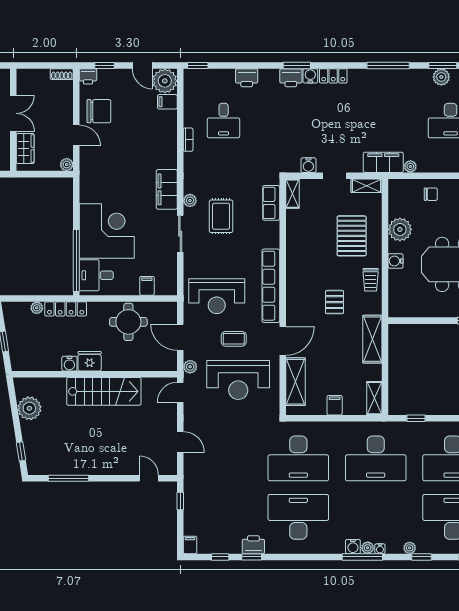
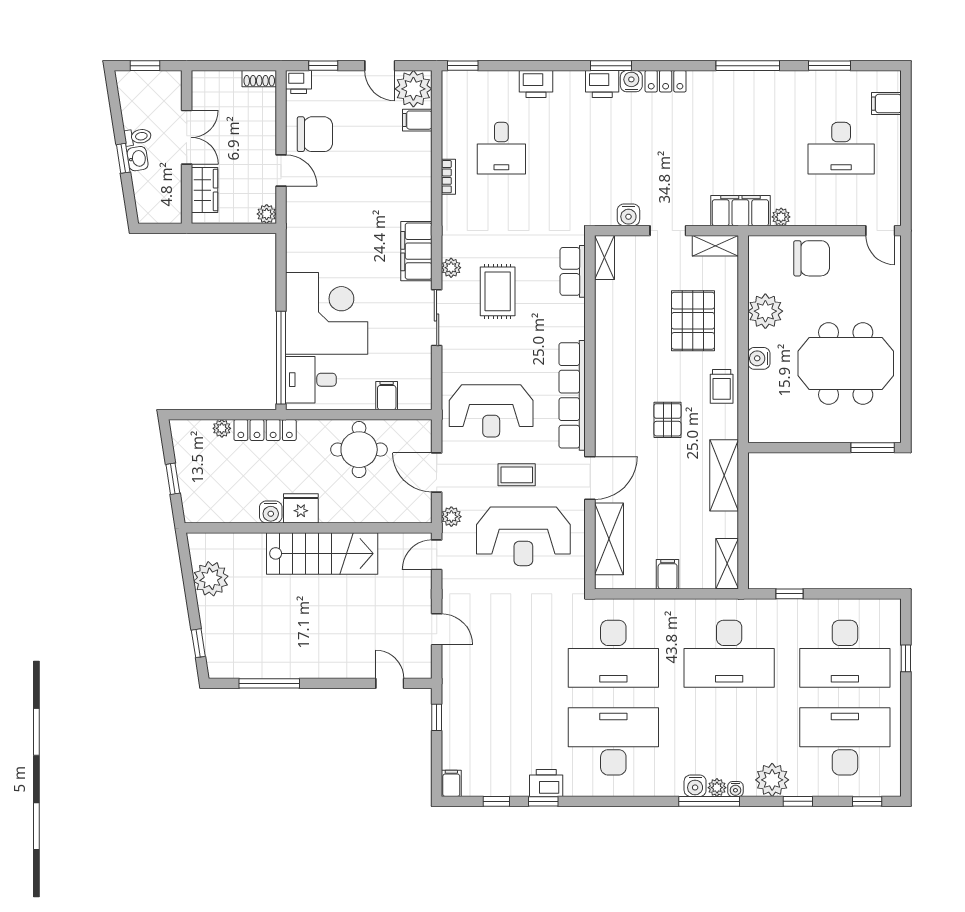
plant: (441, 77) -> (827, 83), removed
chair: (431, 194) -> (812, 258), width x1.87, depth x1.87
plant: (410, 548) -> (772, 780), width x1.87, depth x1.87

